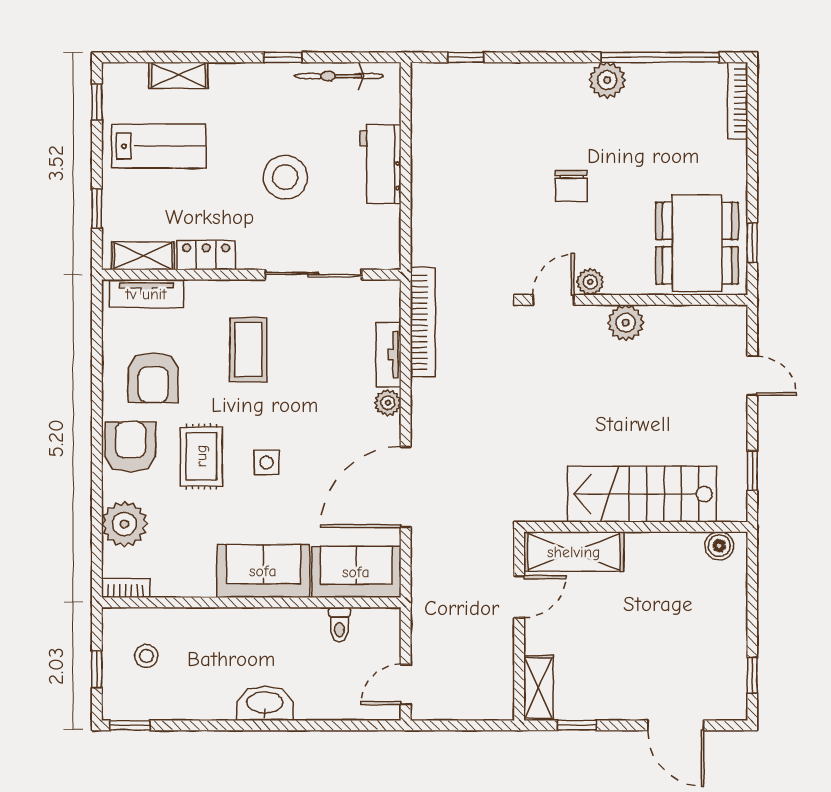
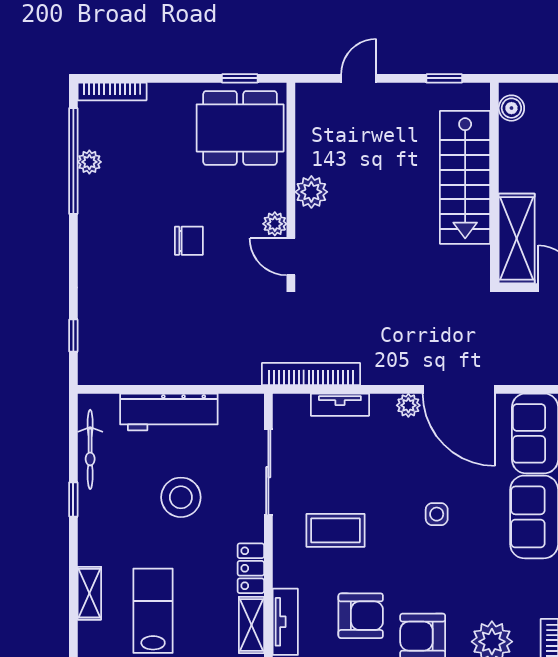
plant: (607, 80) -> (89, 162), moved, width x0.73, depth x0.73
workbench: (380, 164) -> (169, 412), width x1.38
plant: (388, 403) -> (408, 405), moved
rug: (201, 456) -> (431, 573), removed

